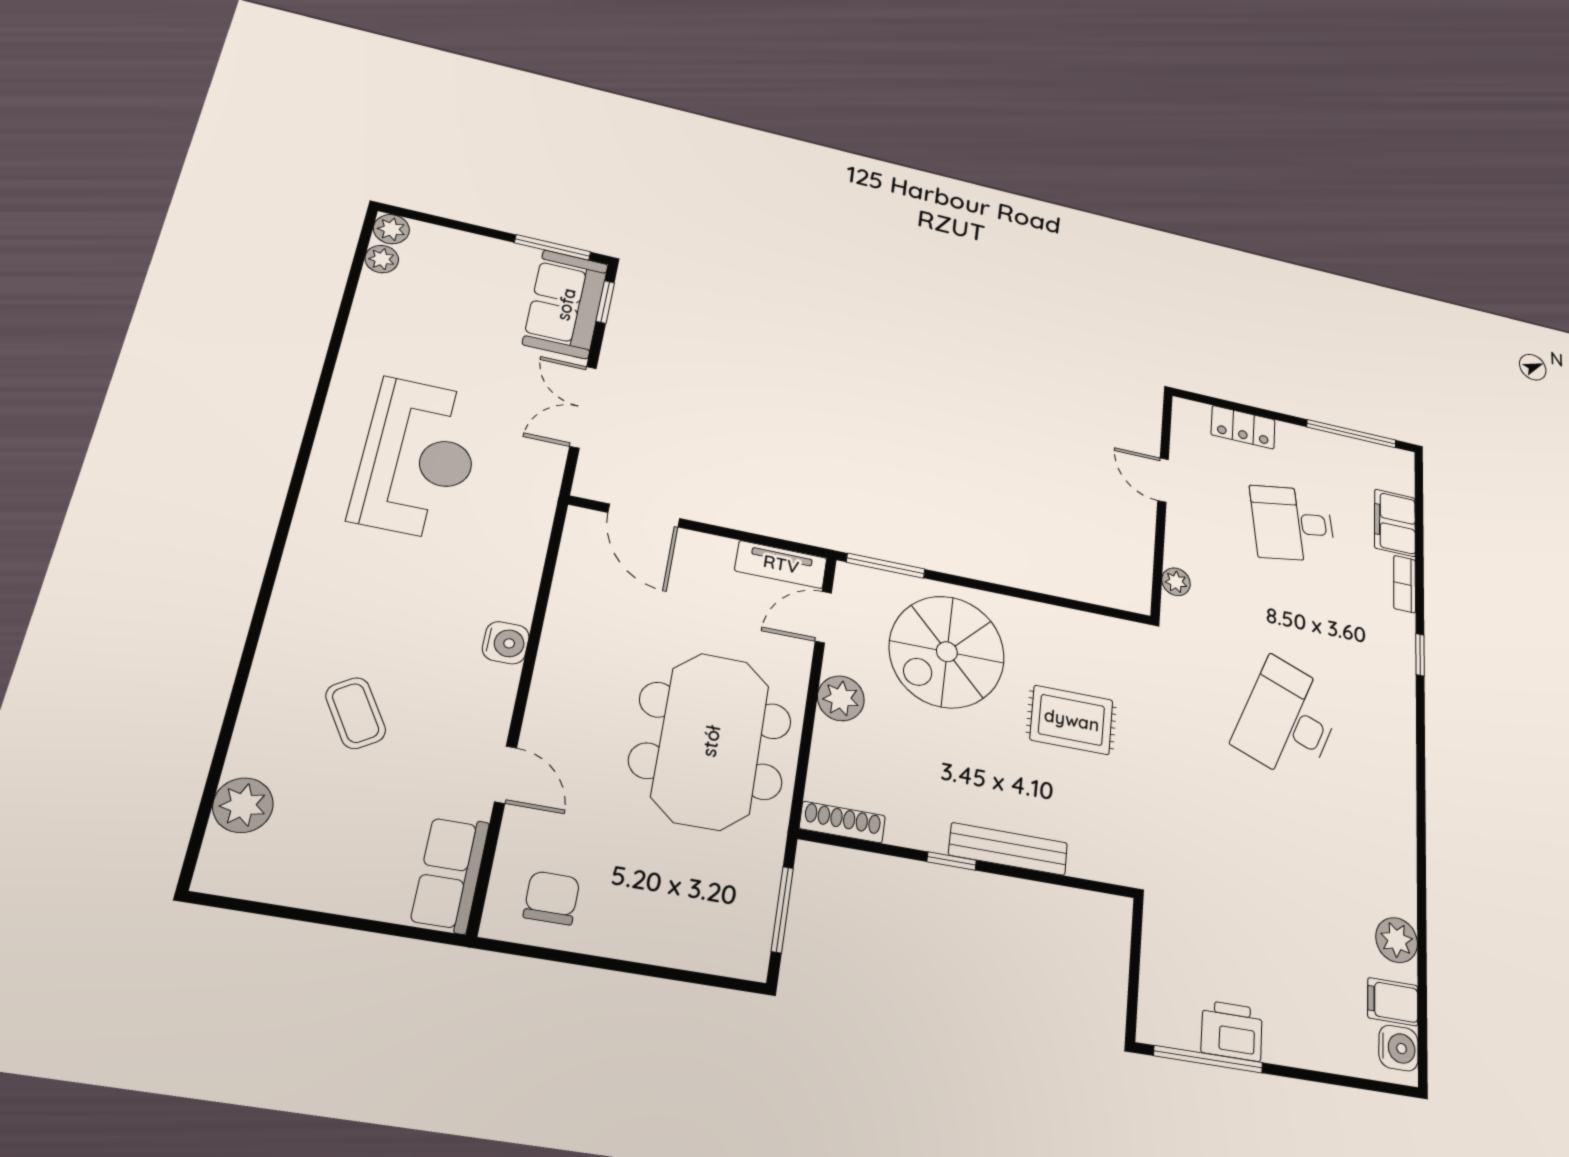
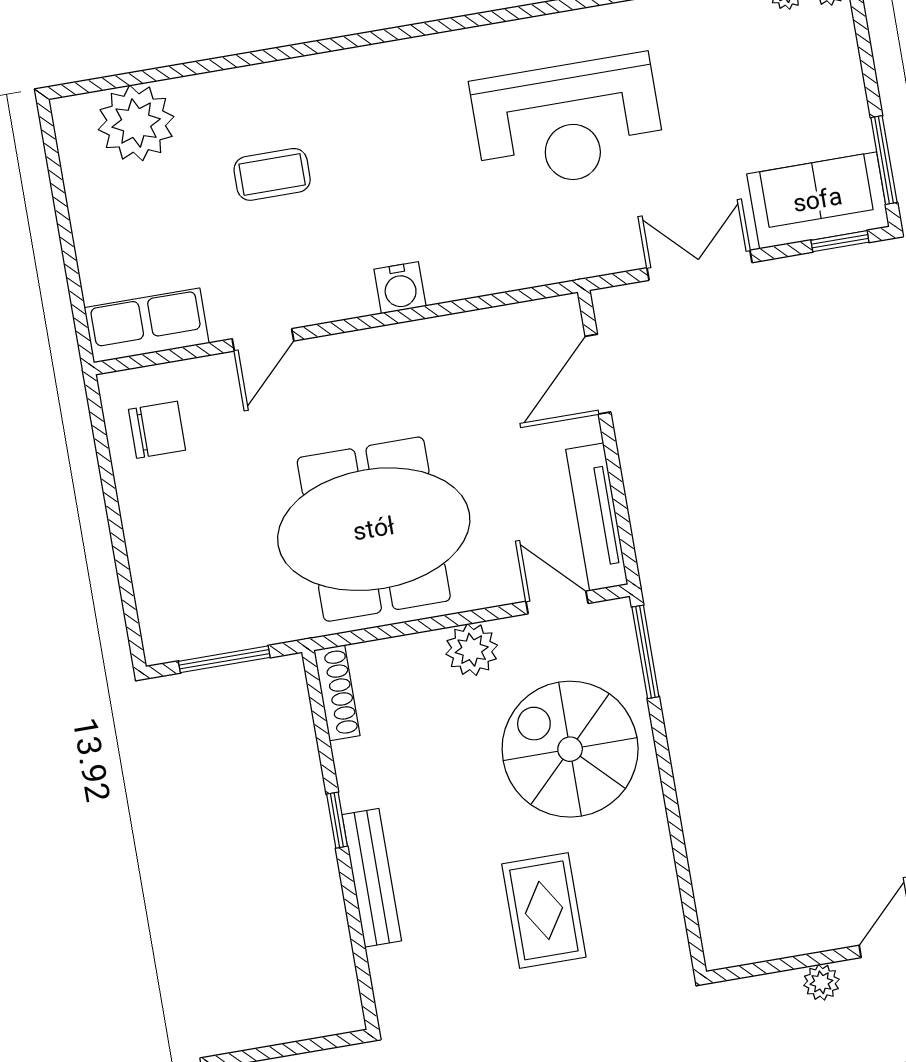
tv unit: (781, 564) -> (597, 517), width x1.41
plant: (1176, 582) -> (821, 982), moved
coffee table: (356, 713) -> (272, 174), turned 32
plant: (243, 805) -> (136, 123), width x1.36, depth x1.36

